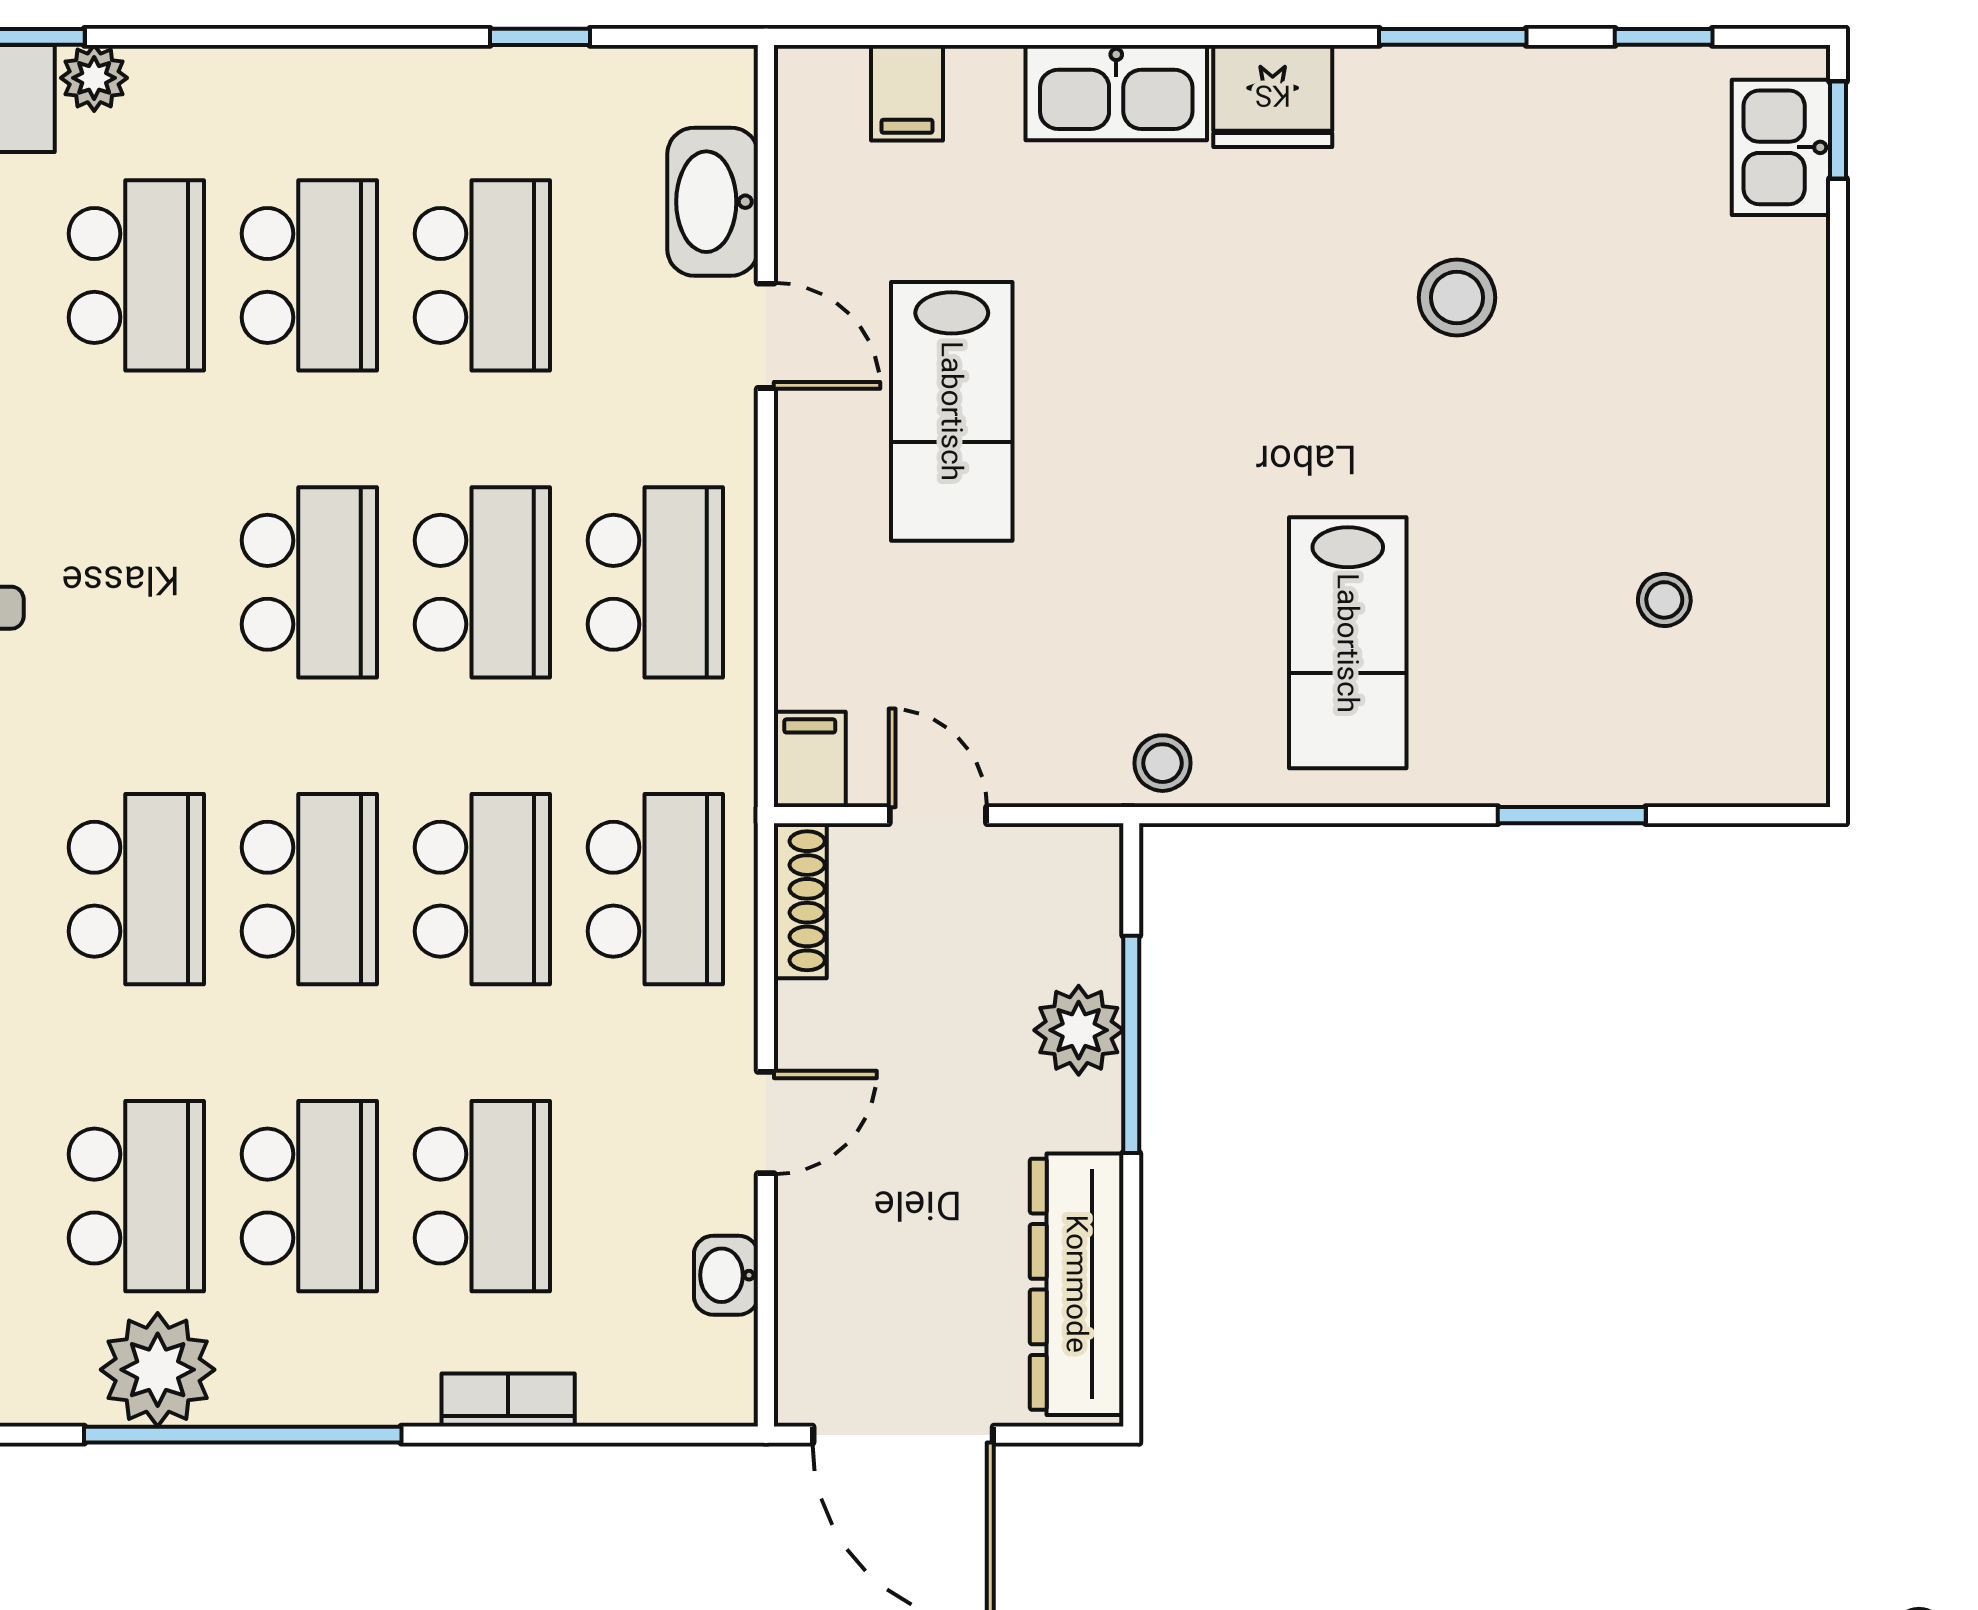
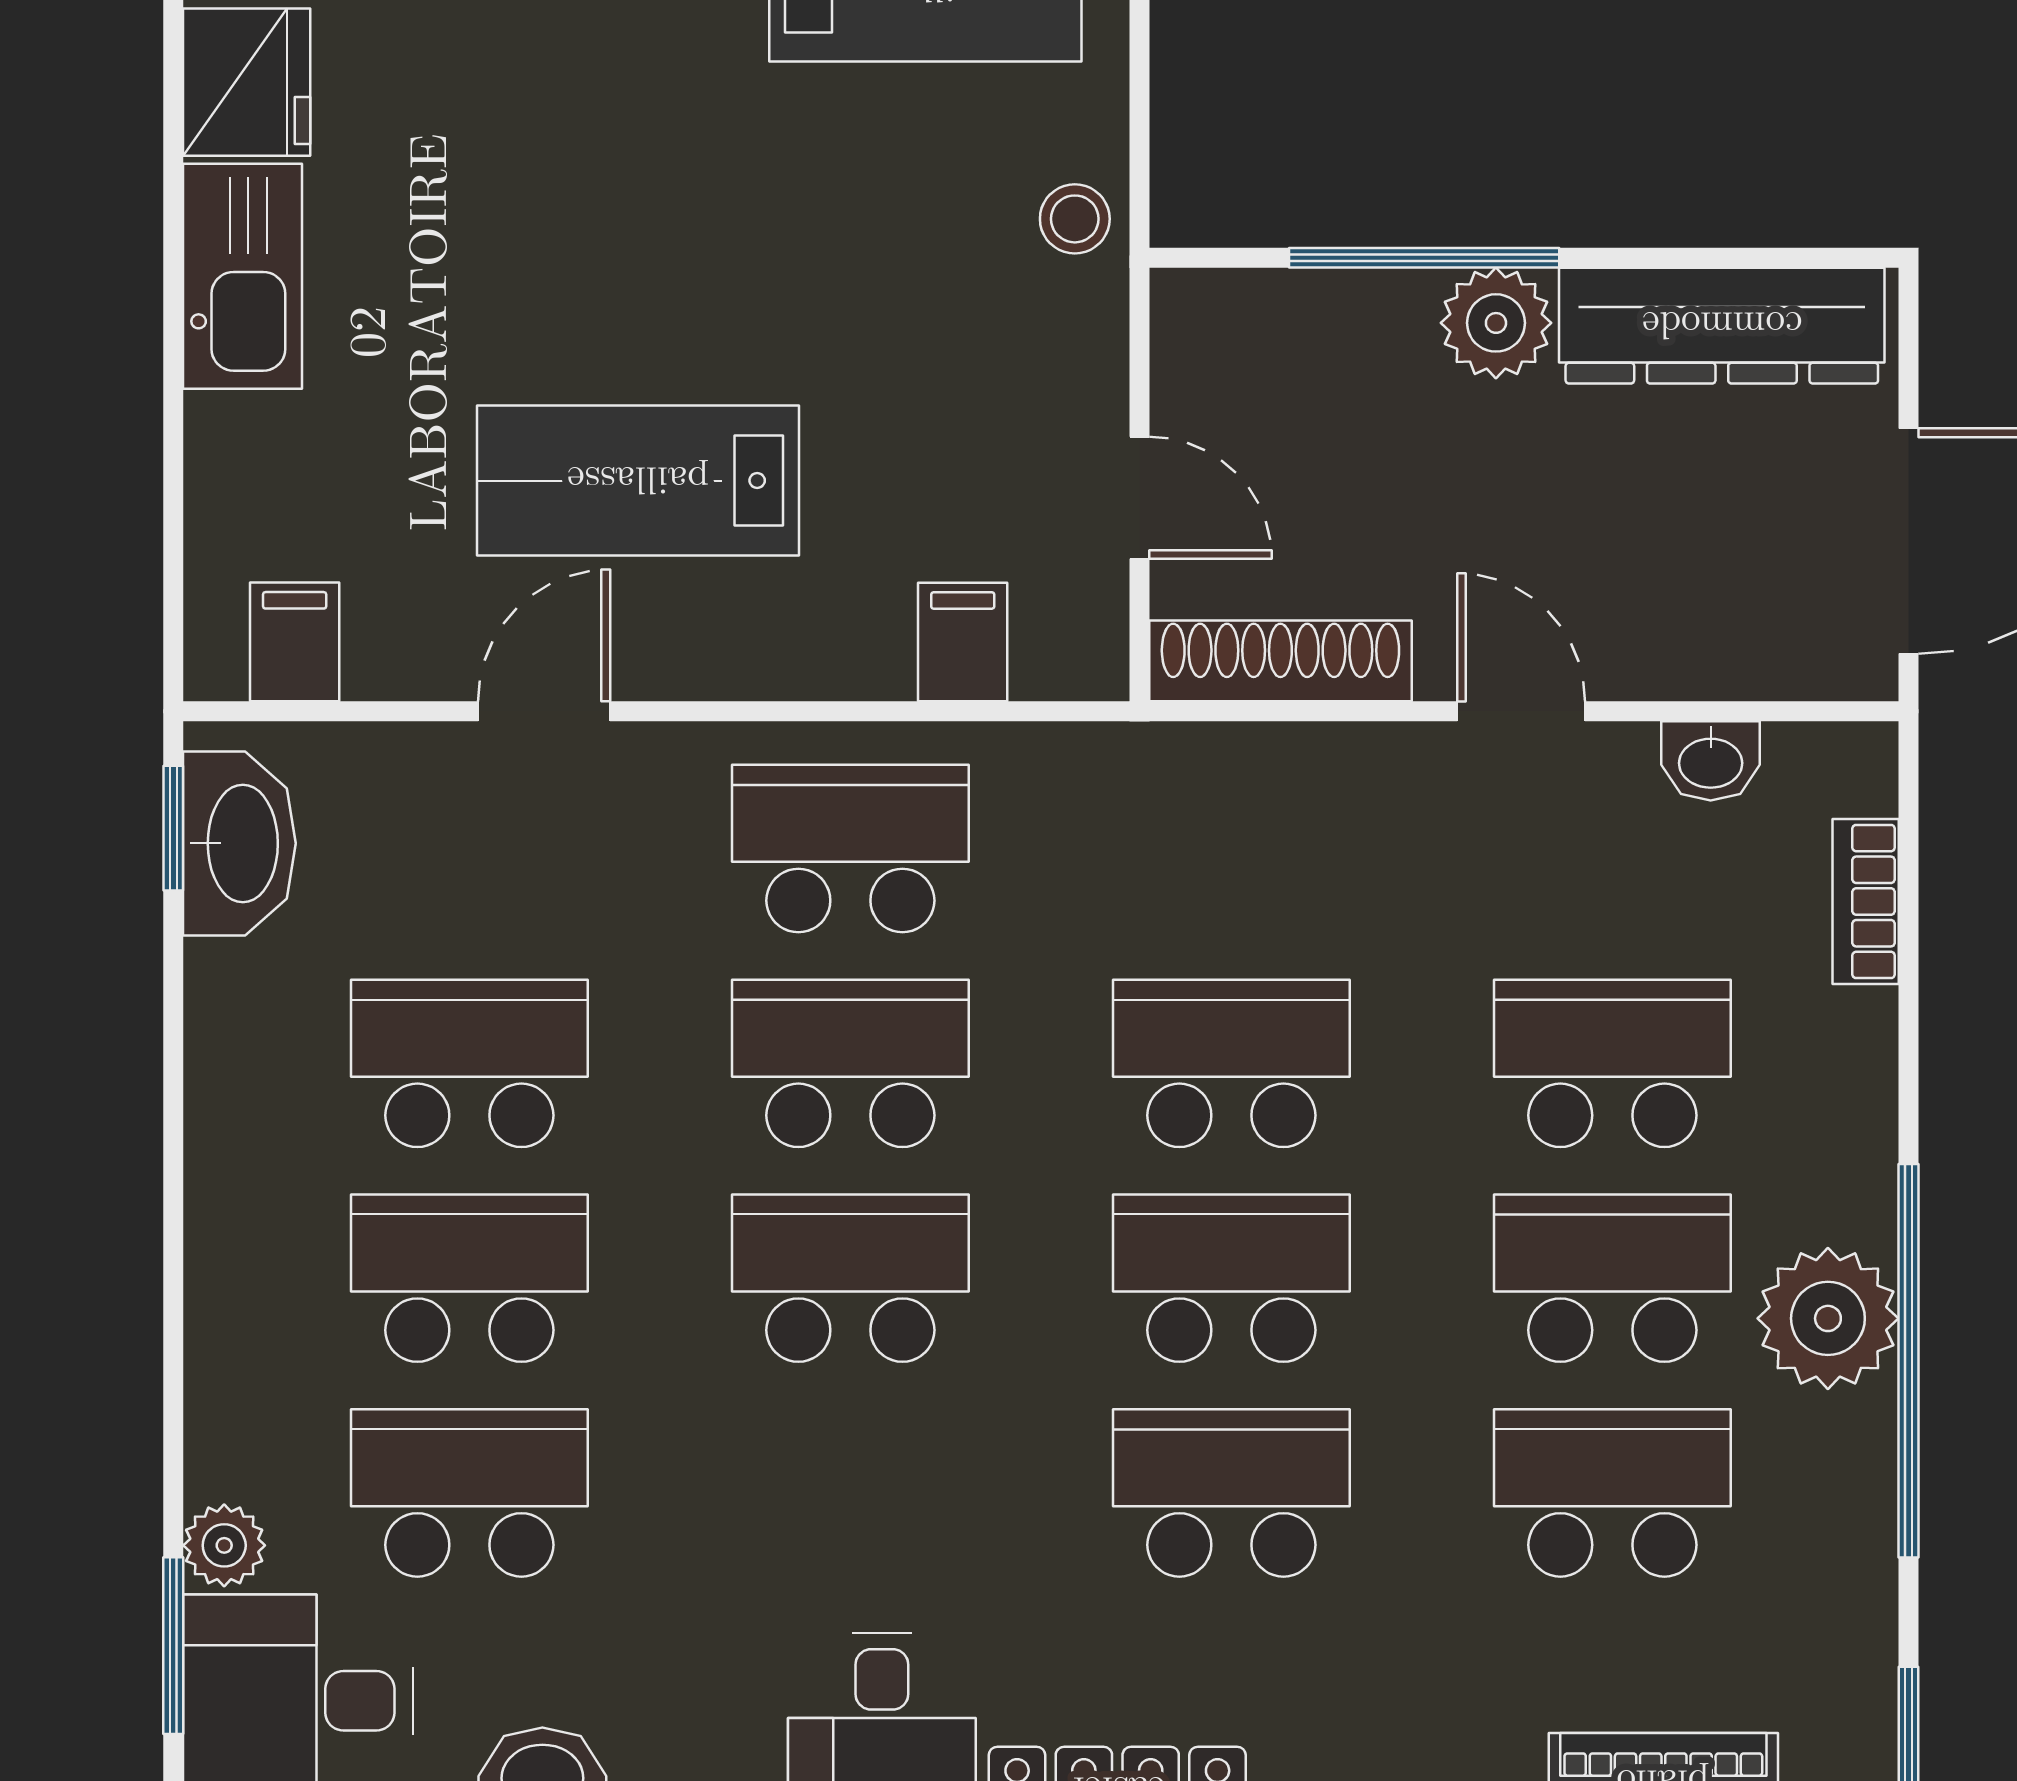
window: (540, 37) -> (173, 828), moved
filing cabinet: (907, 93) -> (295, 642), moved, turned -90
washbasin: (713, 202) -> (239, 843), moved, turned -90
lab bench: (952, 411) -> (638, 481), turned 180
filing cabinet: (810, 759) -> (963, 642), moved, turned 90
door: (938, 815) -> (1139, 498), swing flipped
school desk: (655, 889) -> (1231, 849), removed
shoe rack: (800, 901) -> (1280, 661), width x1.36, depth x1.24
plant: (1079, 1030) -> (1496, 323), moved
plant: (158, 1370) -> (1828, 1318), moved
bookcase: (508, 1400) -> (1866, 902), moved

